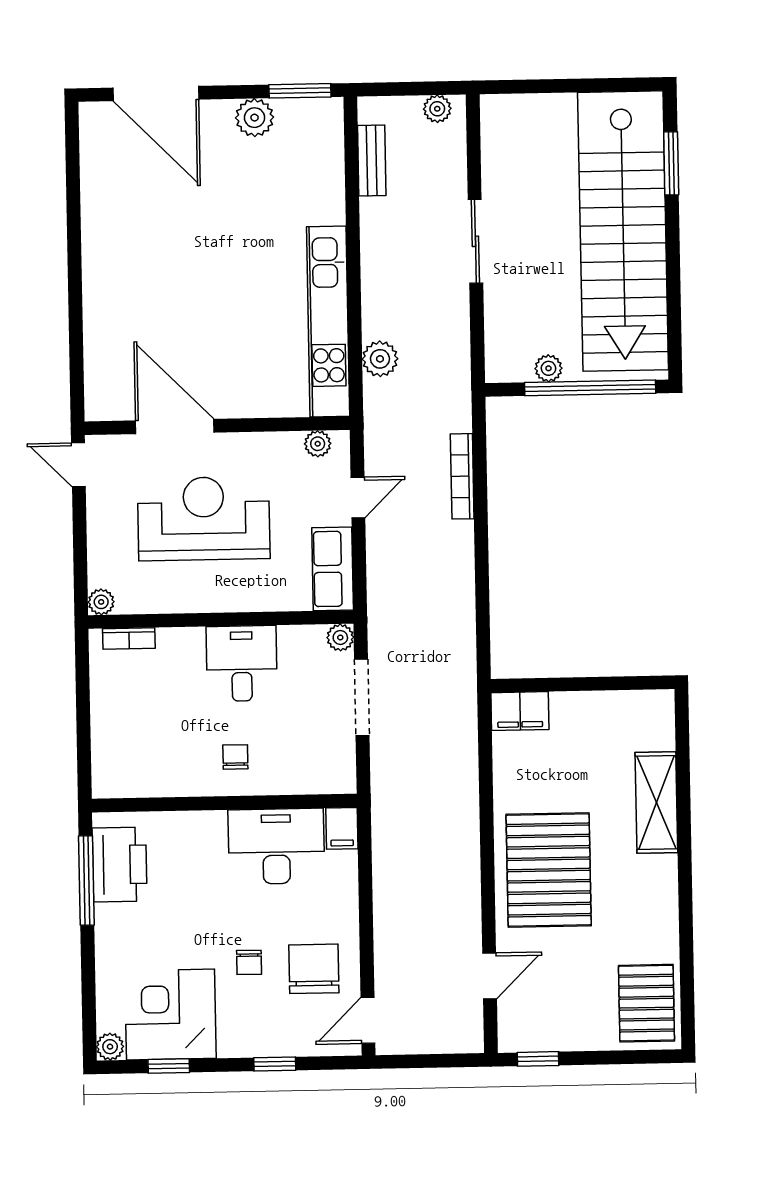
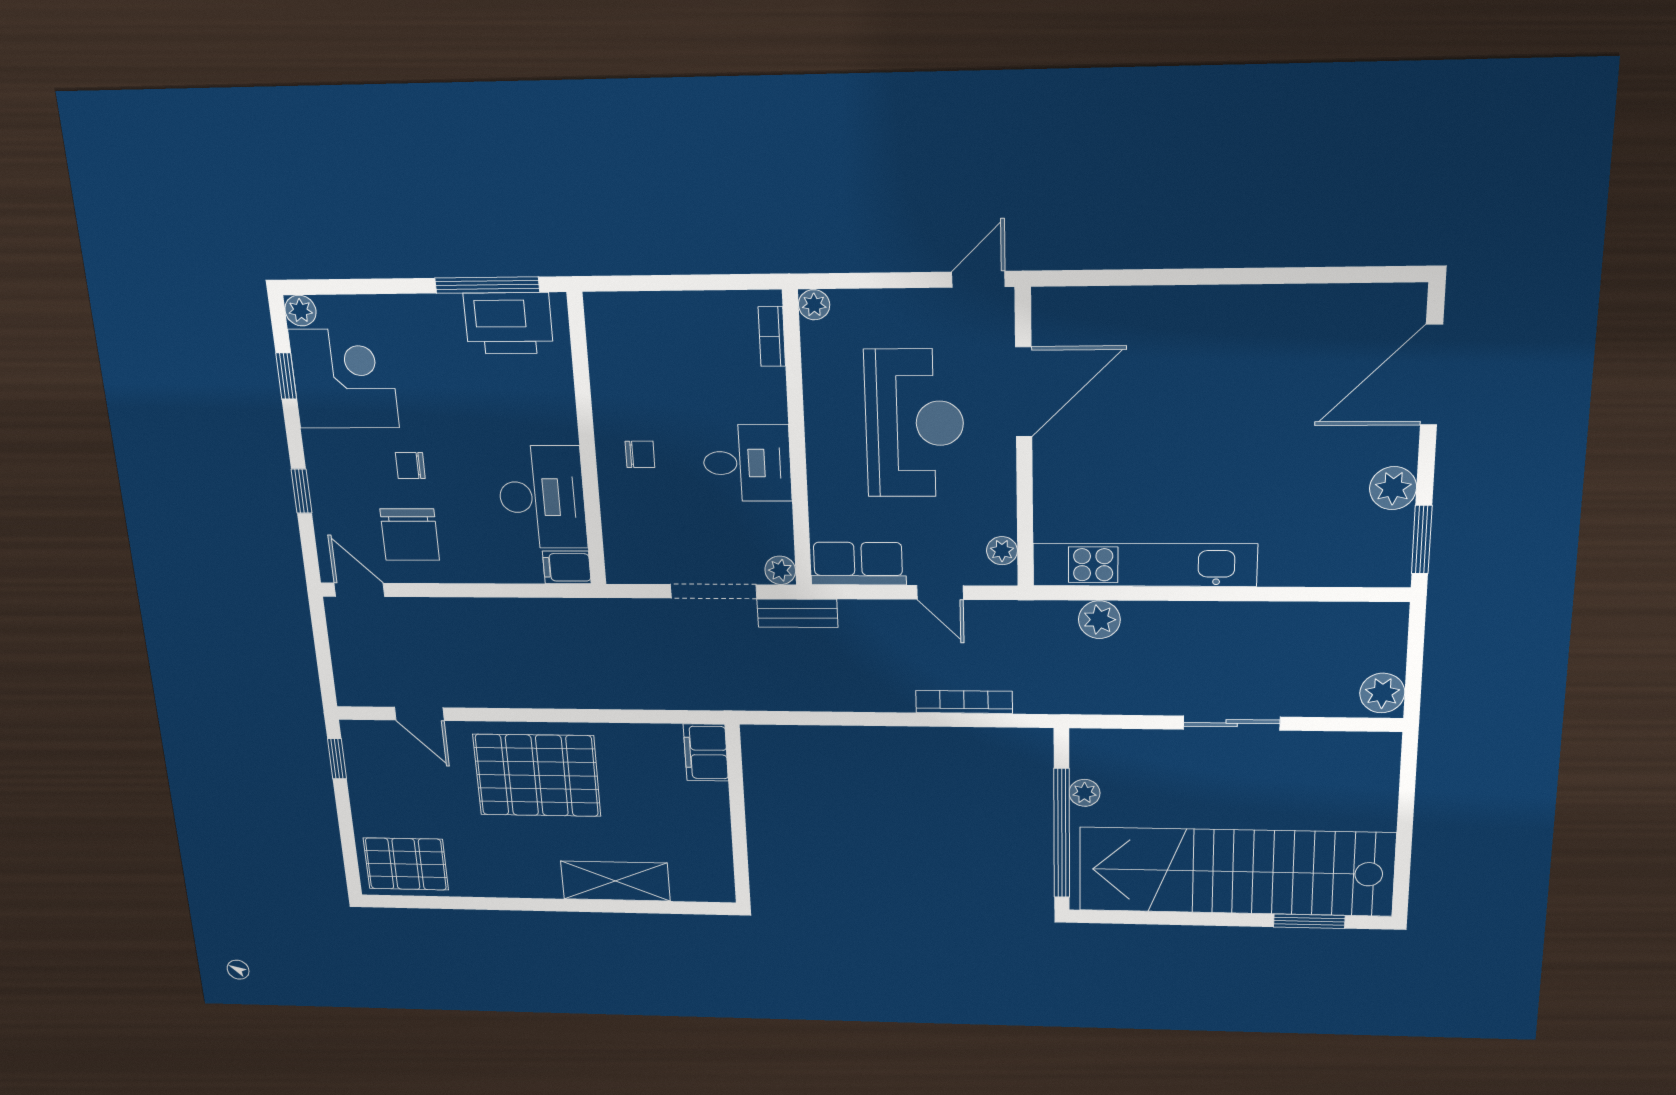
plant: (437, 109) -> (1382, 693), width x1.38, depth x1.38
bench: (372, 161) -> (797, 613), moved
chair: (314, 969) -> (410, 535), turned 90

